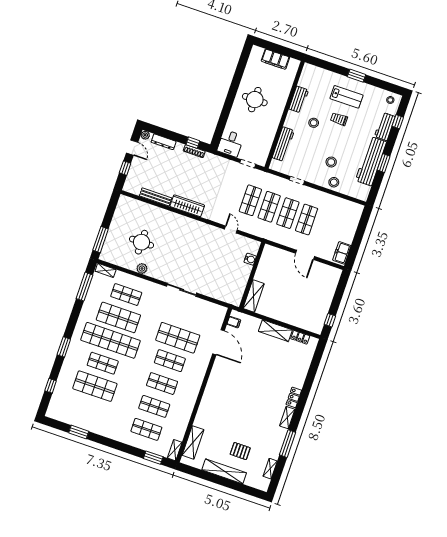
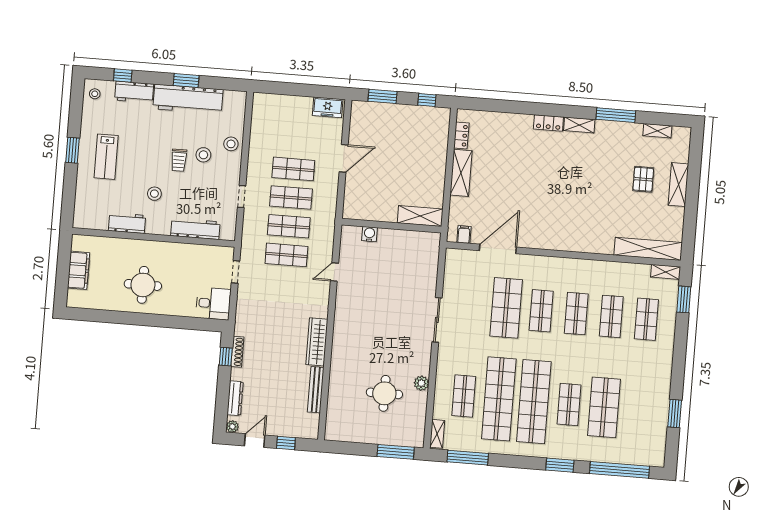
lab bench: (346, 97) -> (106, 157), turned 180
trolley: (339, 119) -> (179, 160), moved
window: (340, 291) -> (382, 96), added
shop shelf: (118, 317) -> (499, 399), width x1.40
window: (51, 386) -> (619, 470), width x3.17
shelving: (193, 442) -> (648, 249), width x1.47
shelving: (224, 471) -> (678, 185), width x0.68

